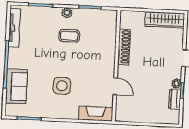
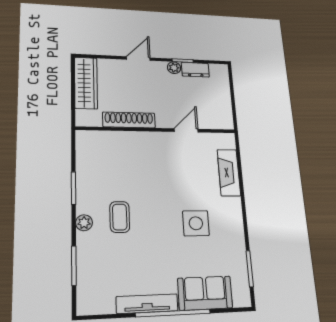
tv unit: (14, 28) -> (147, 304), moved
shoe rack: (124, 47) -> (129, 120), moved
wall: (116, 66) -> (157, 130), moved
door: (115, 86) -> (186, 130), moved

